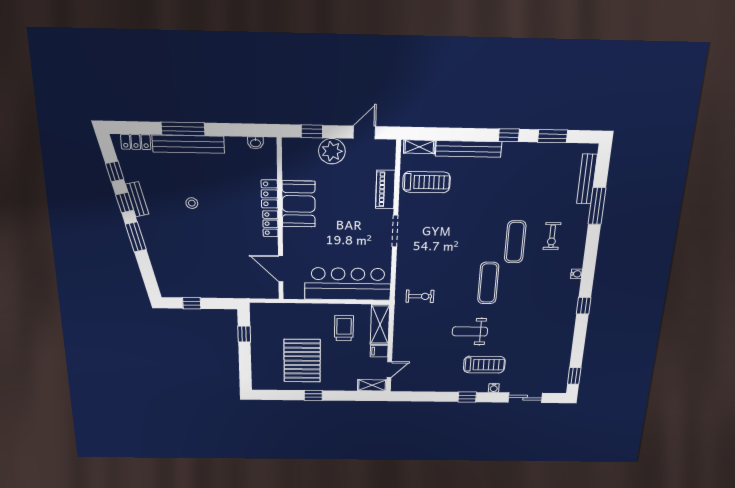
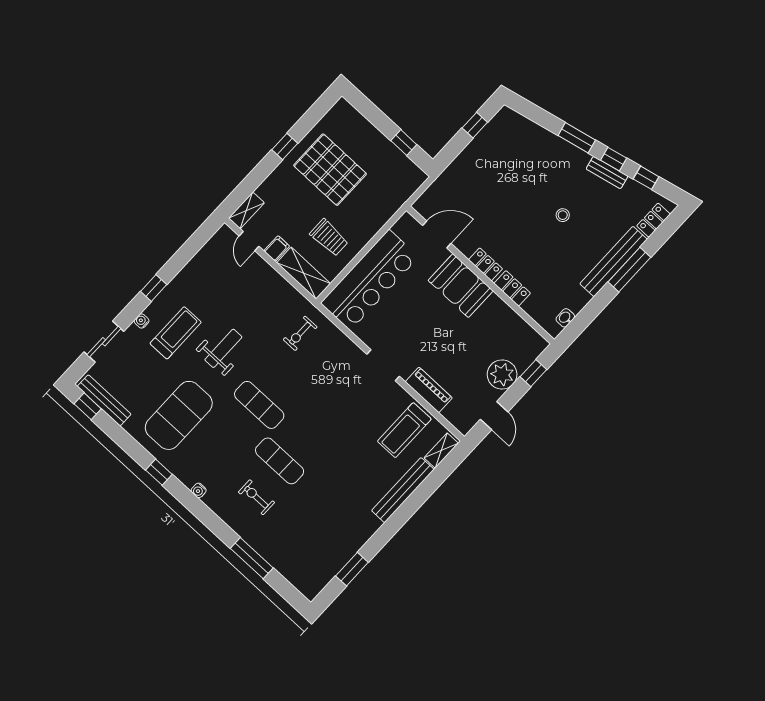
window: (509, 135) -> (385, 533), removed
bench: (587, 179) -> (104, 400), moved
booth: (299, 204) -> (461, 286), moved
exercise mat: (536, 323) -> (179, 415), added
treadmill: (484, 365) -> (176, 333), turned 180

